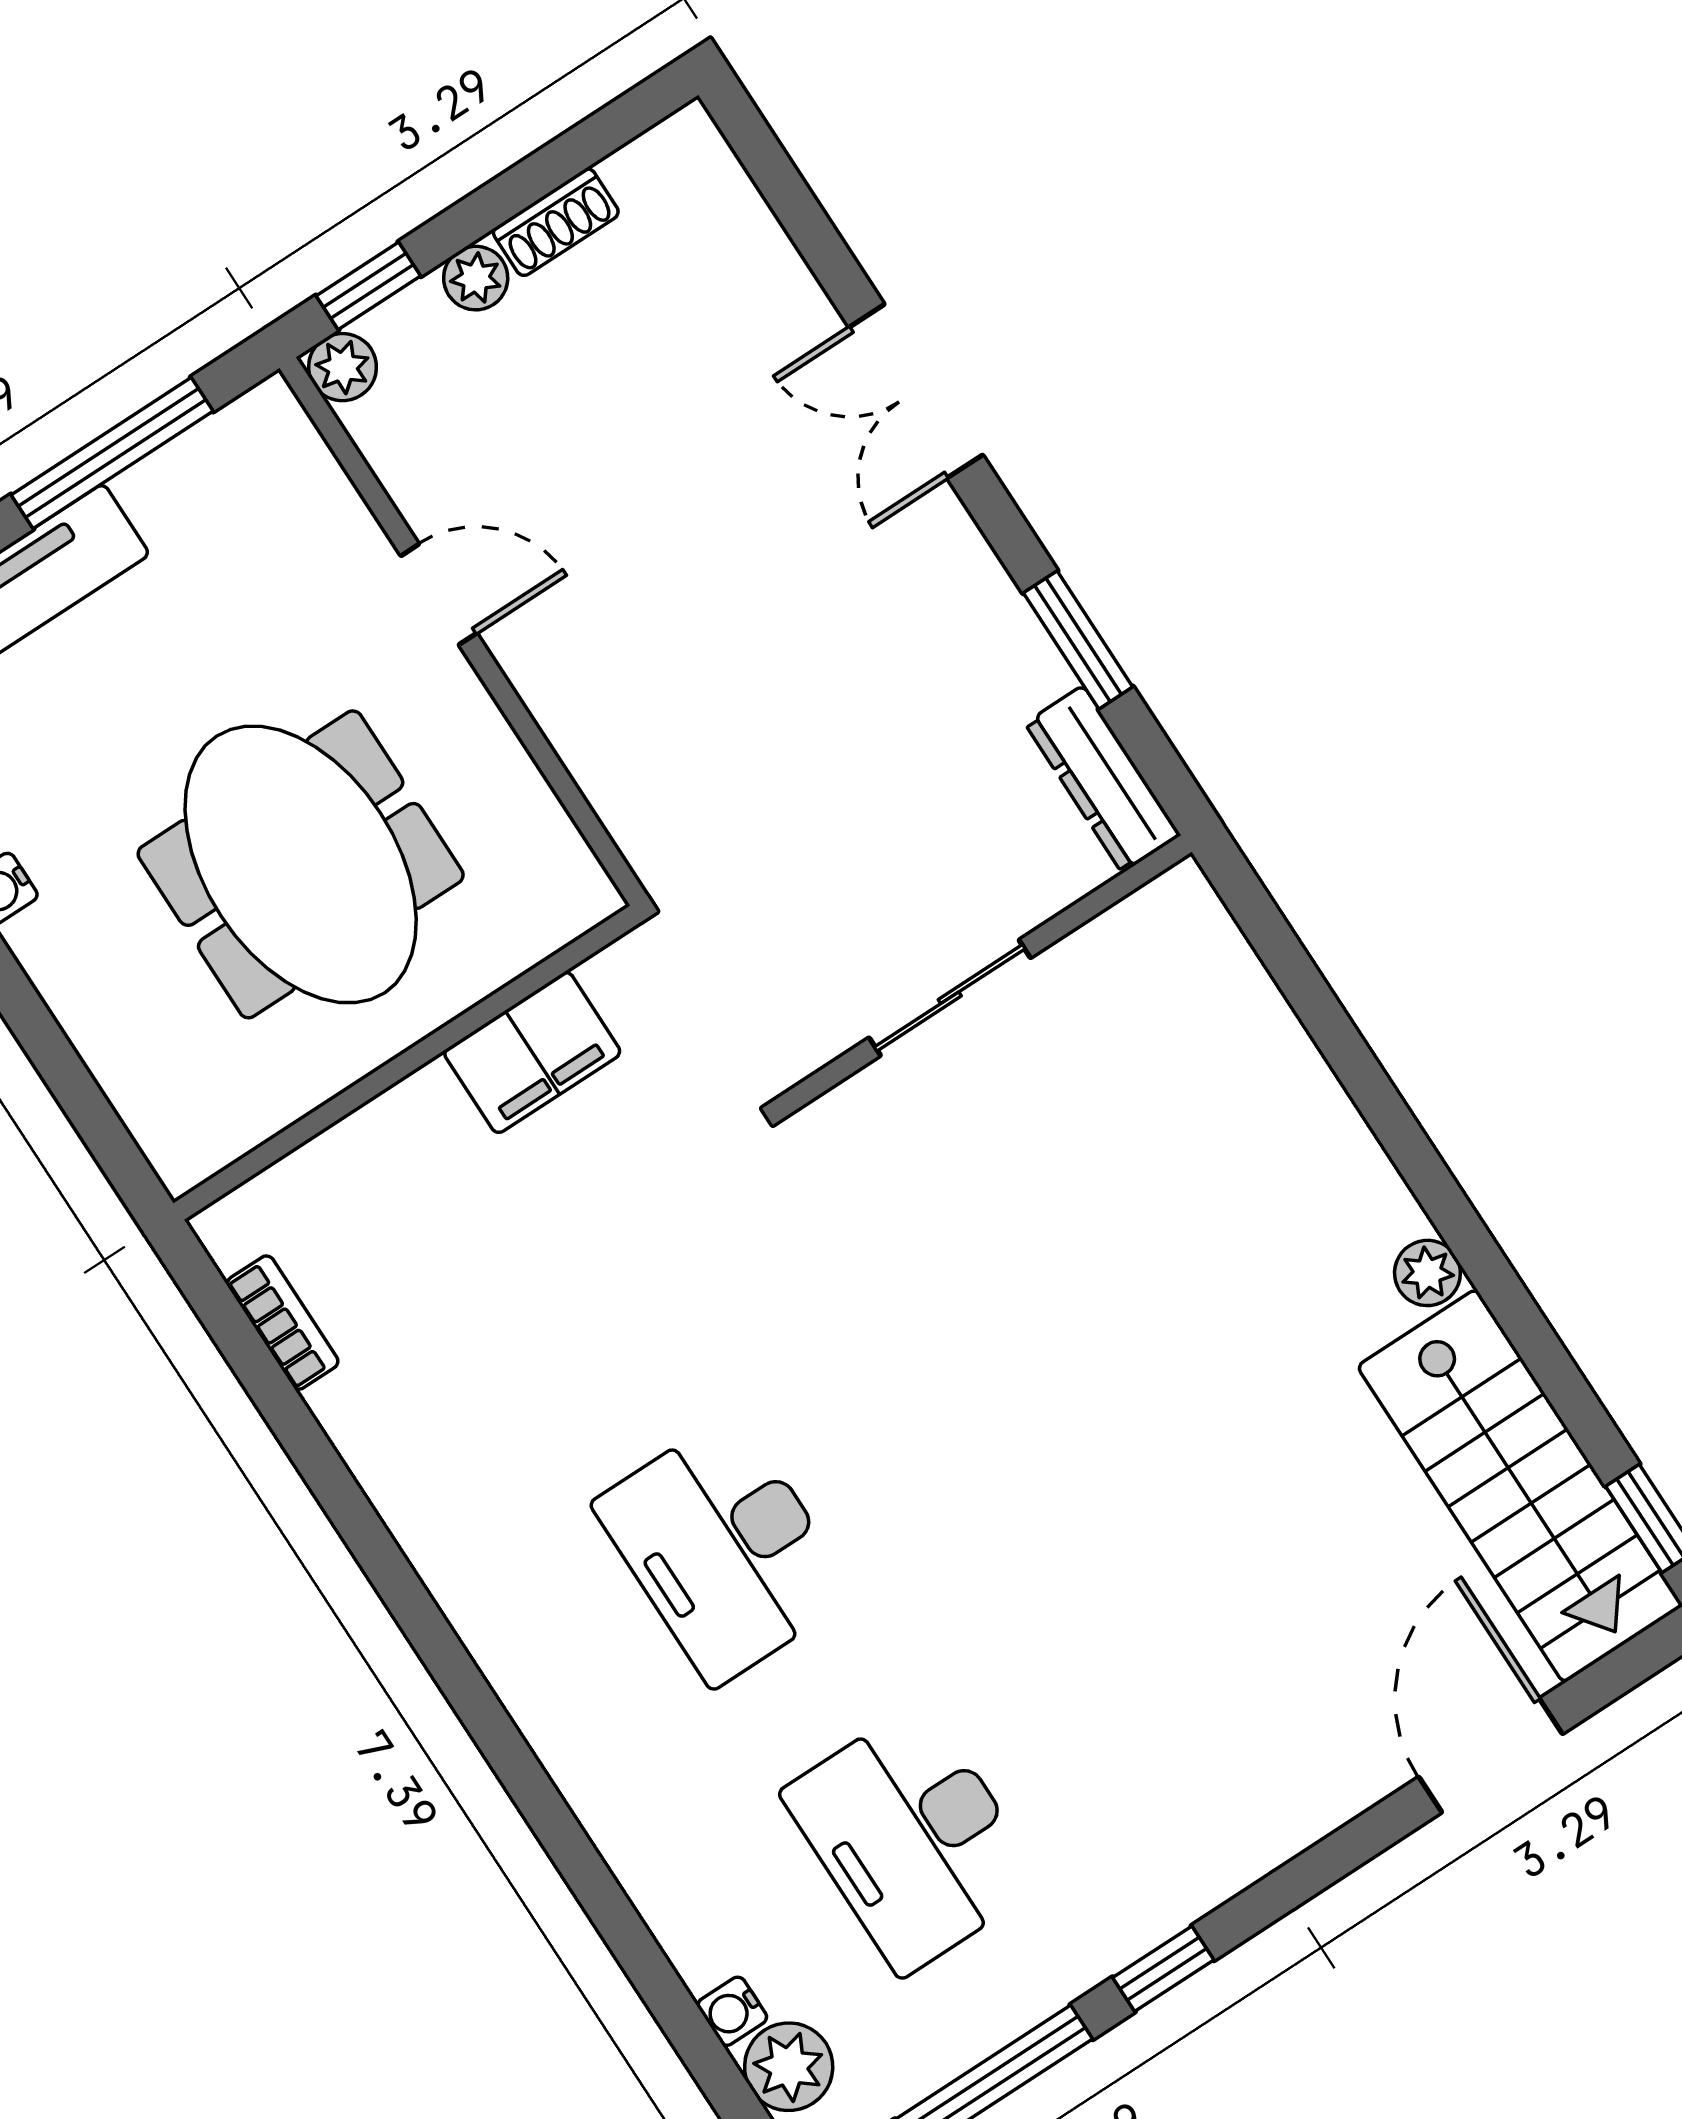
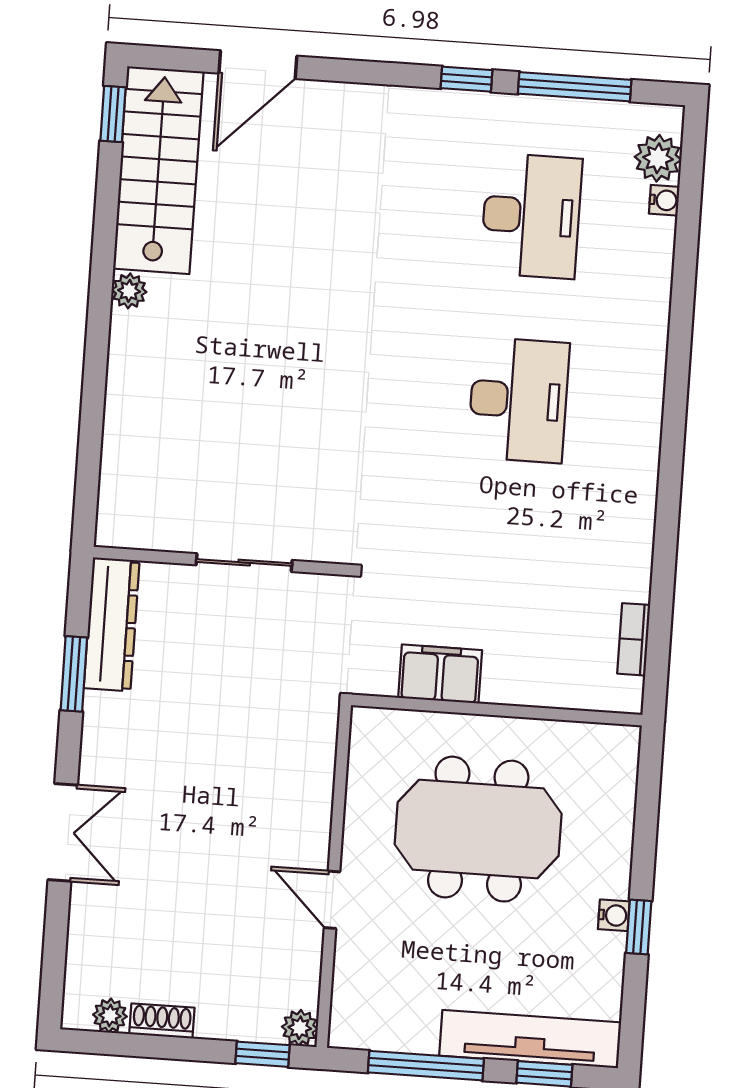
plant: (476, 278) -> (110, 1016), moved
dresser: (1103, 779) -> (112, 624), width x1.37, depth x1.24
meeting table: (301, 864) -> (478, 829), turned 90

